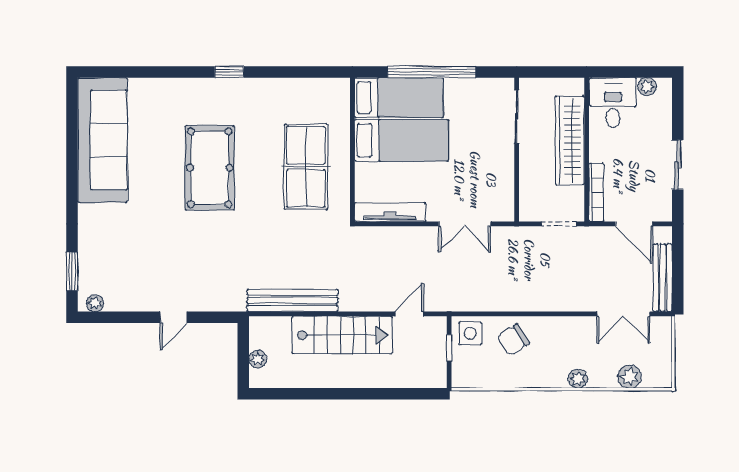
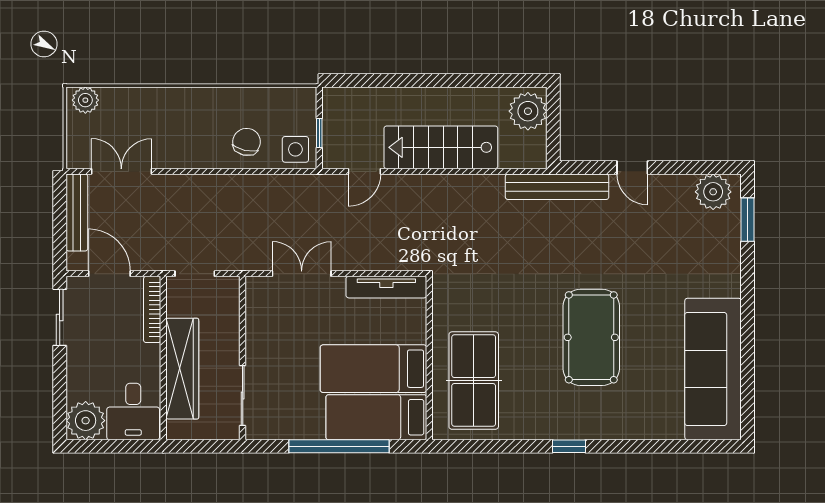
plant: (647, 87) -> (86, 421), width x1.88, depth x1.88
sliding door: (678, 165) -> (60, 317), moved
table tennis table: (306, 167) -> (474, 381), moved
bench: (293, 300) -> (557, 187), moved
plant: (95, 303) -> (713, 192), width x1.88, depth x1.88
door: (174, 317) -> (632, 168), swing flipped
chair: (513, 340) -> (247, 142), turned -45
plant: (258, 359) -> (528, 111), width x1.87, depth x1.87
plant: (630, 377) -> (85, 100), moved
plant: (578, 379) -> (173, 98), removed

